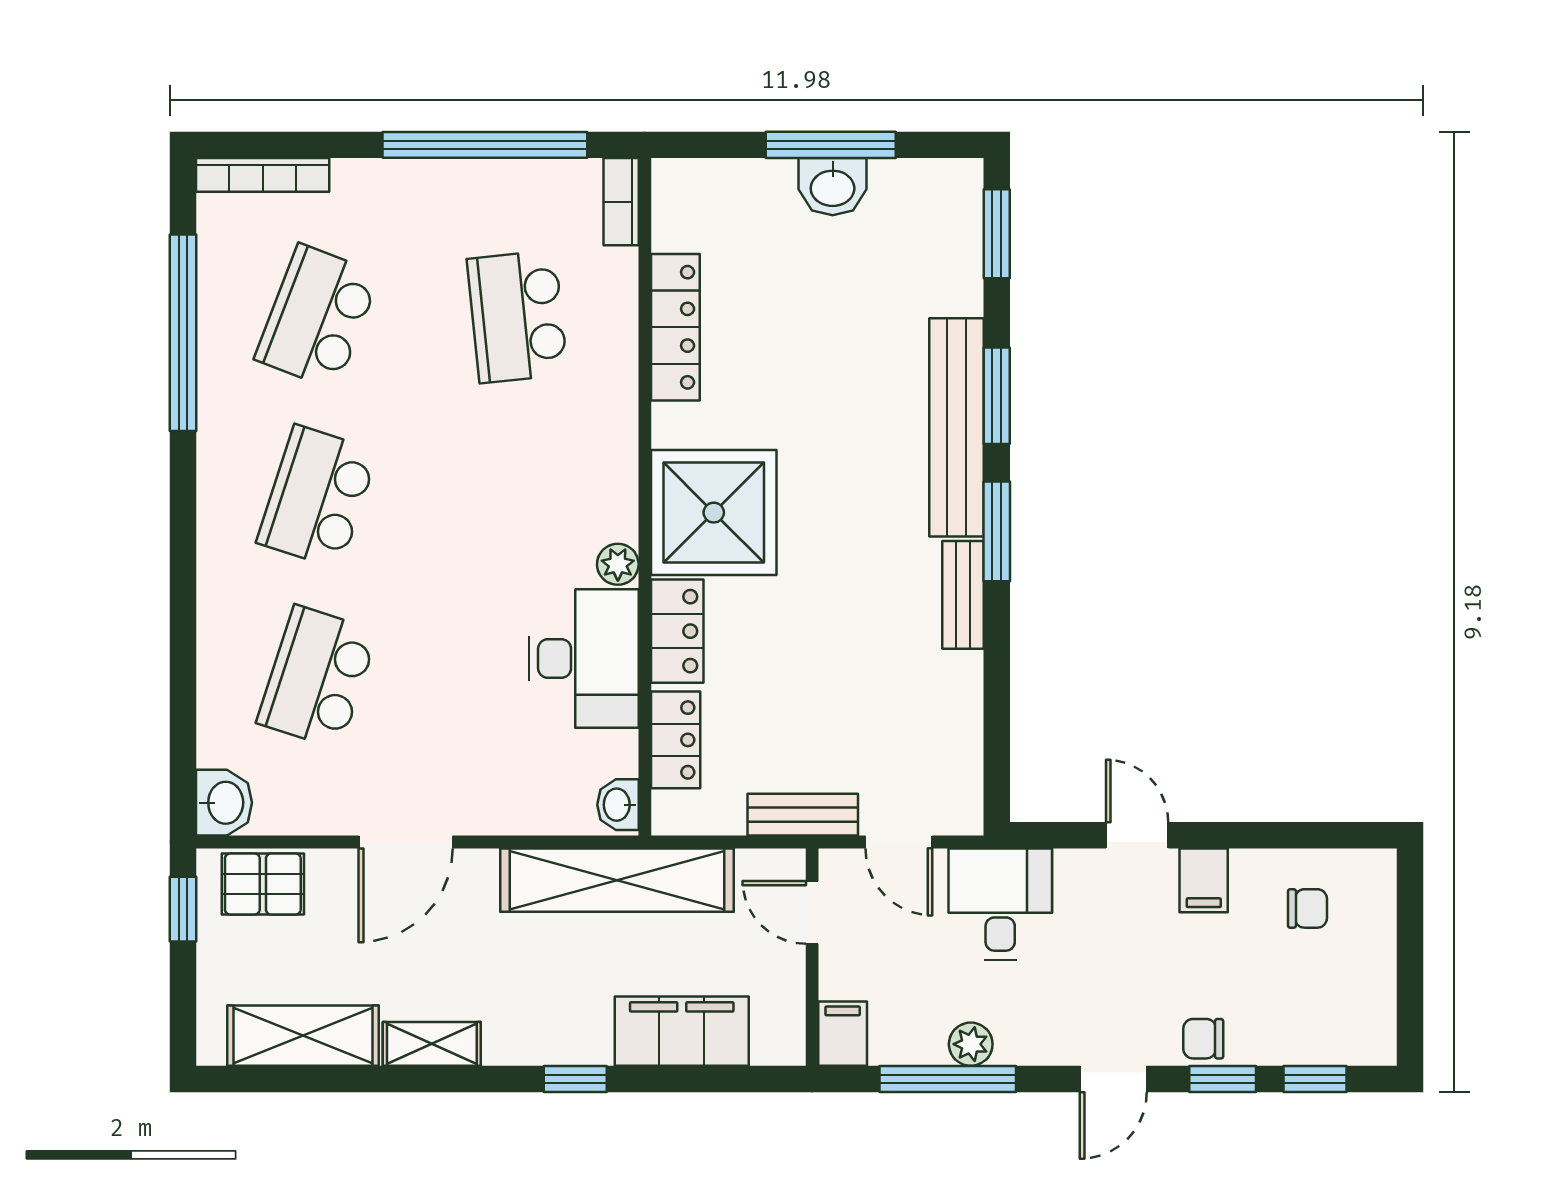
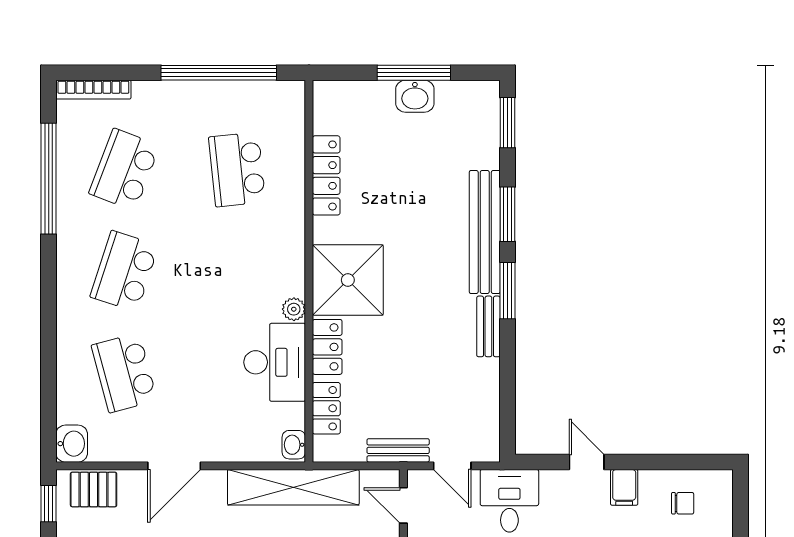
bookcase: (621, 202) -> (296, 105), removed
school desk: (317, 677) -> (124, 373), turned -33

